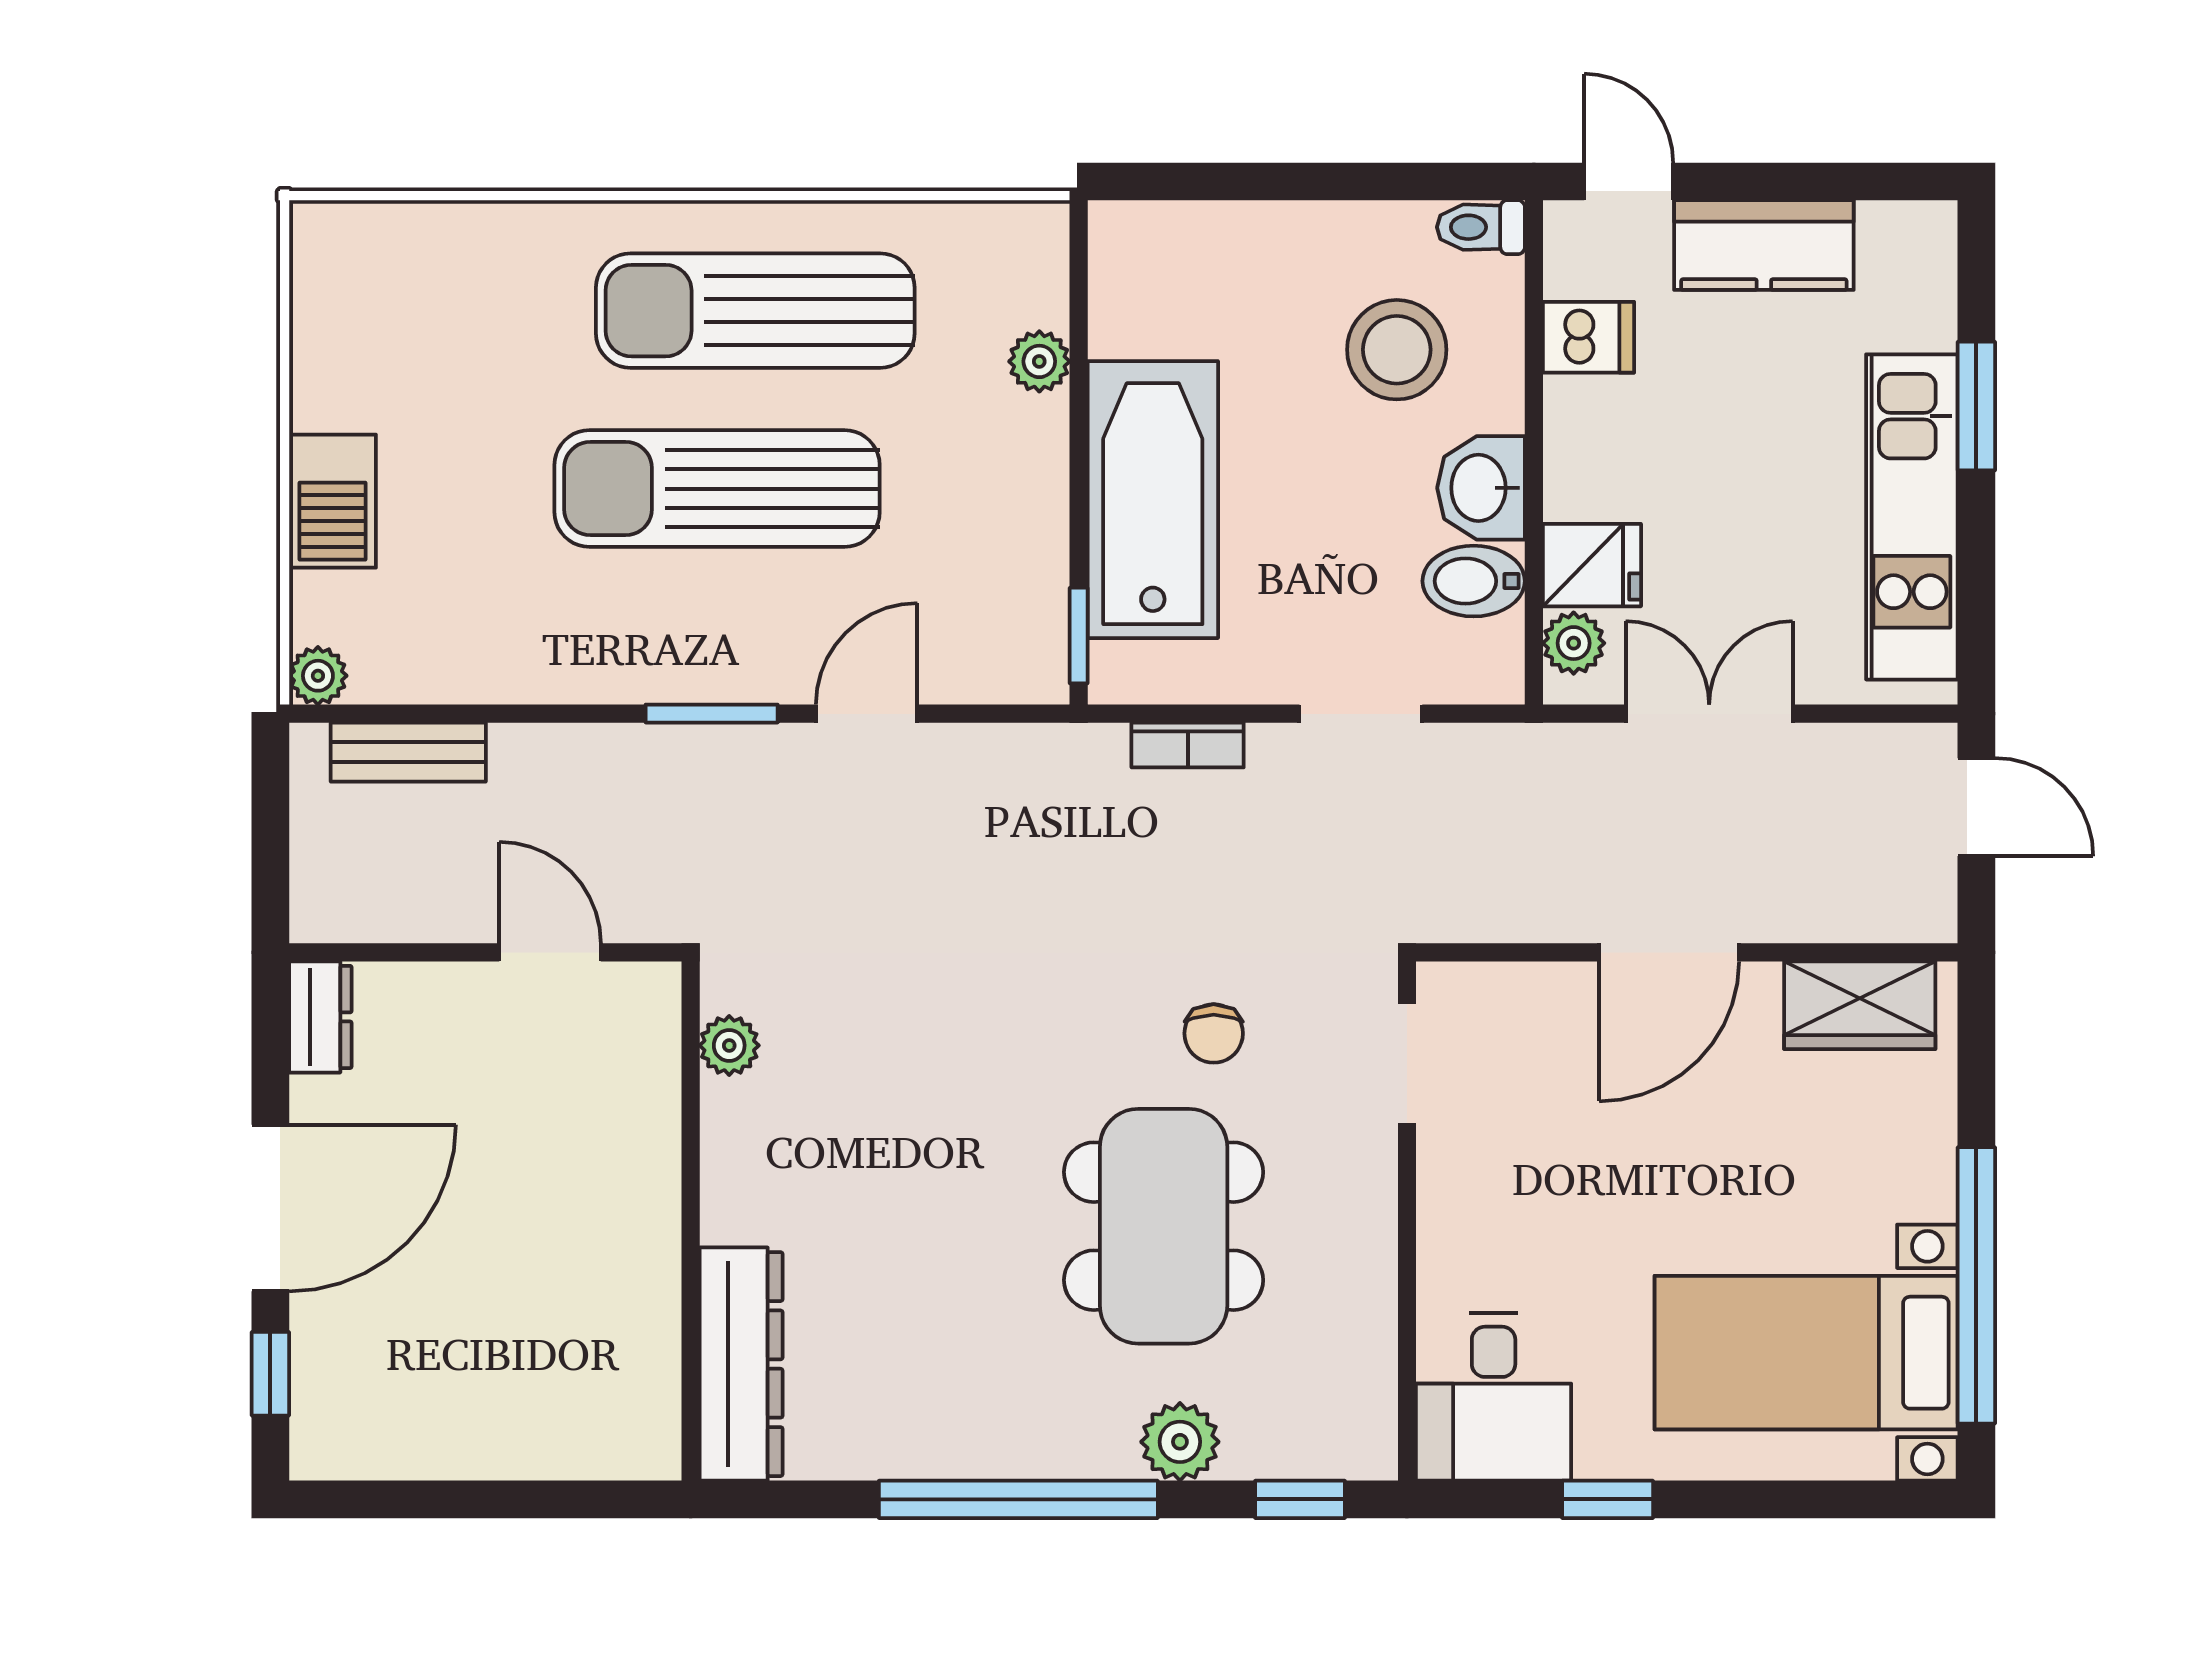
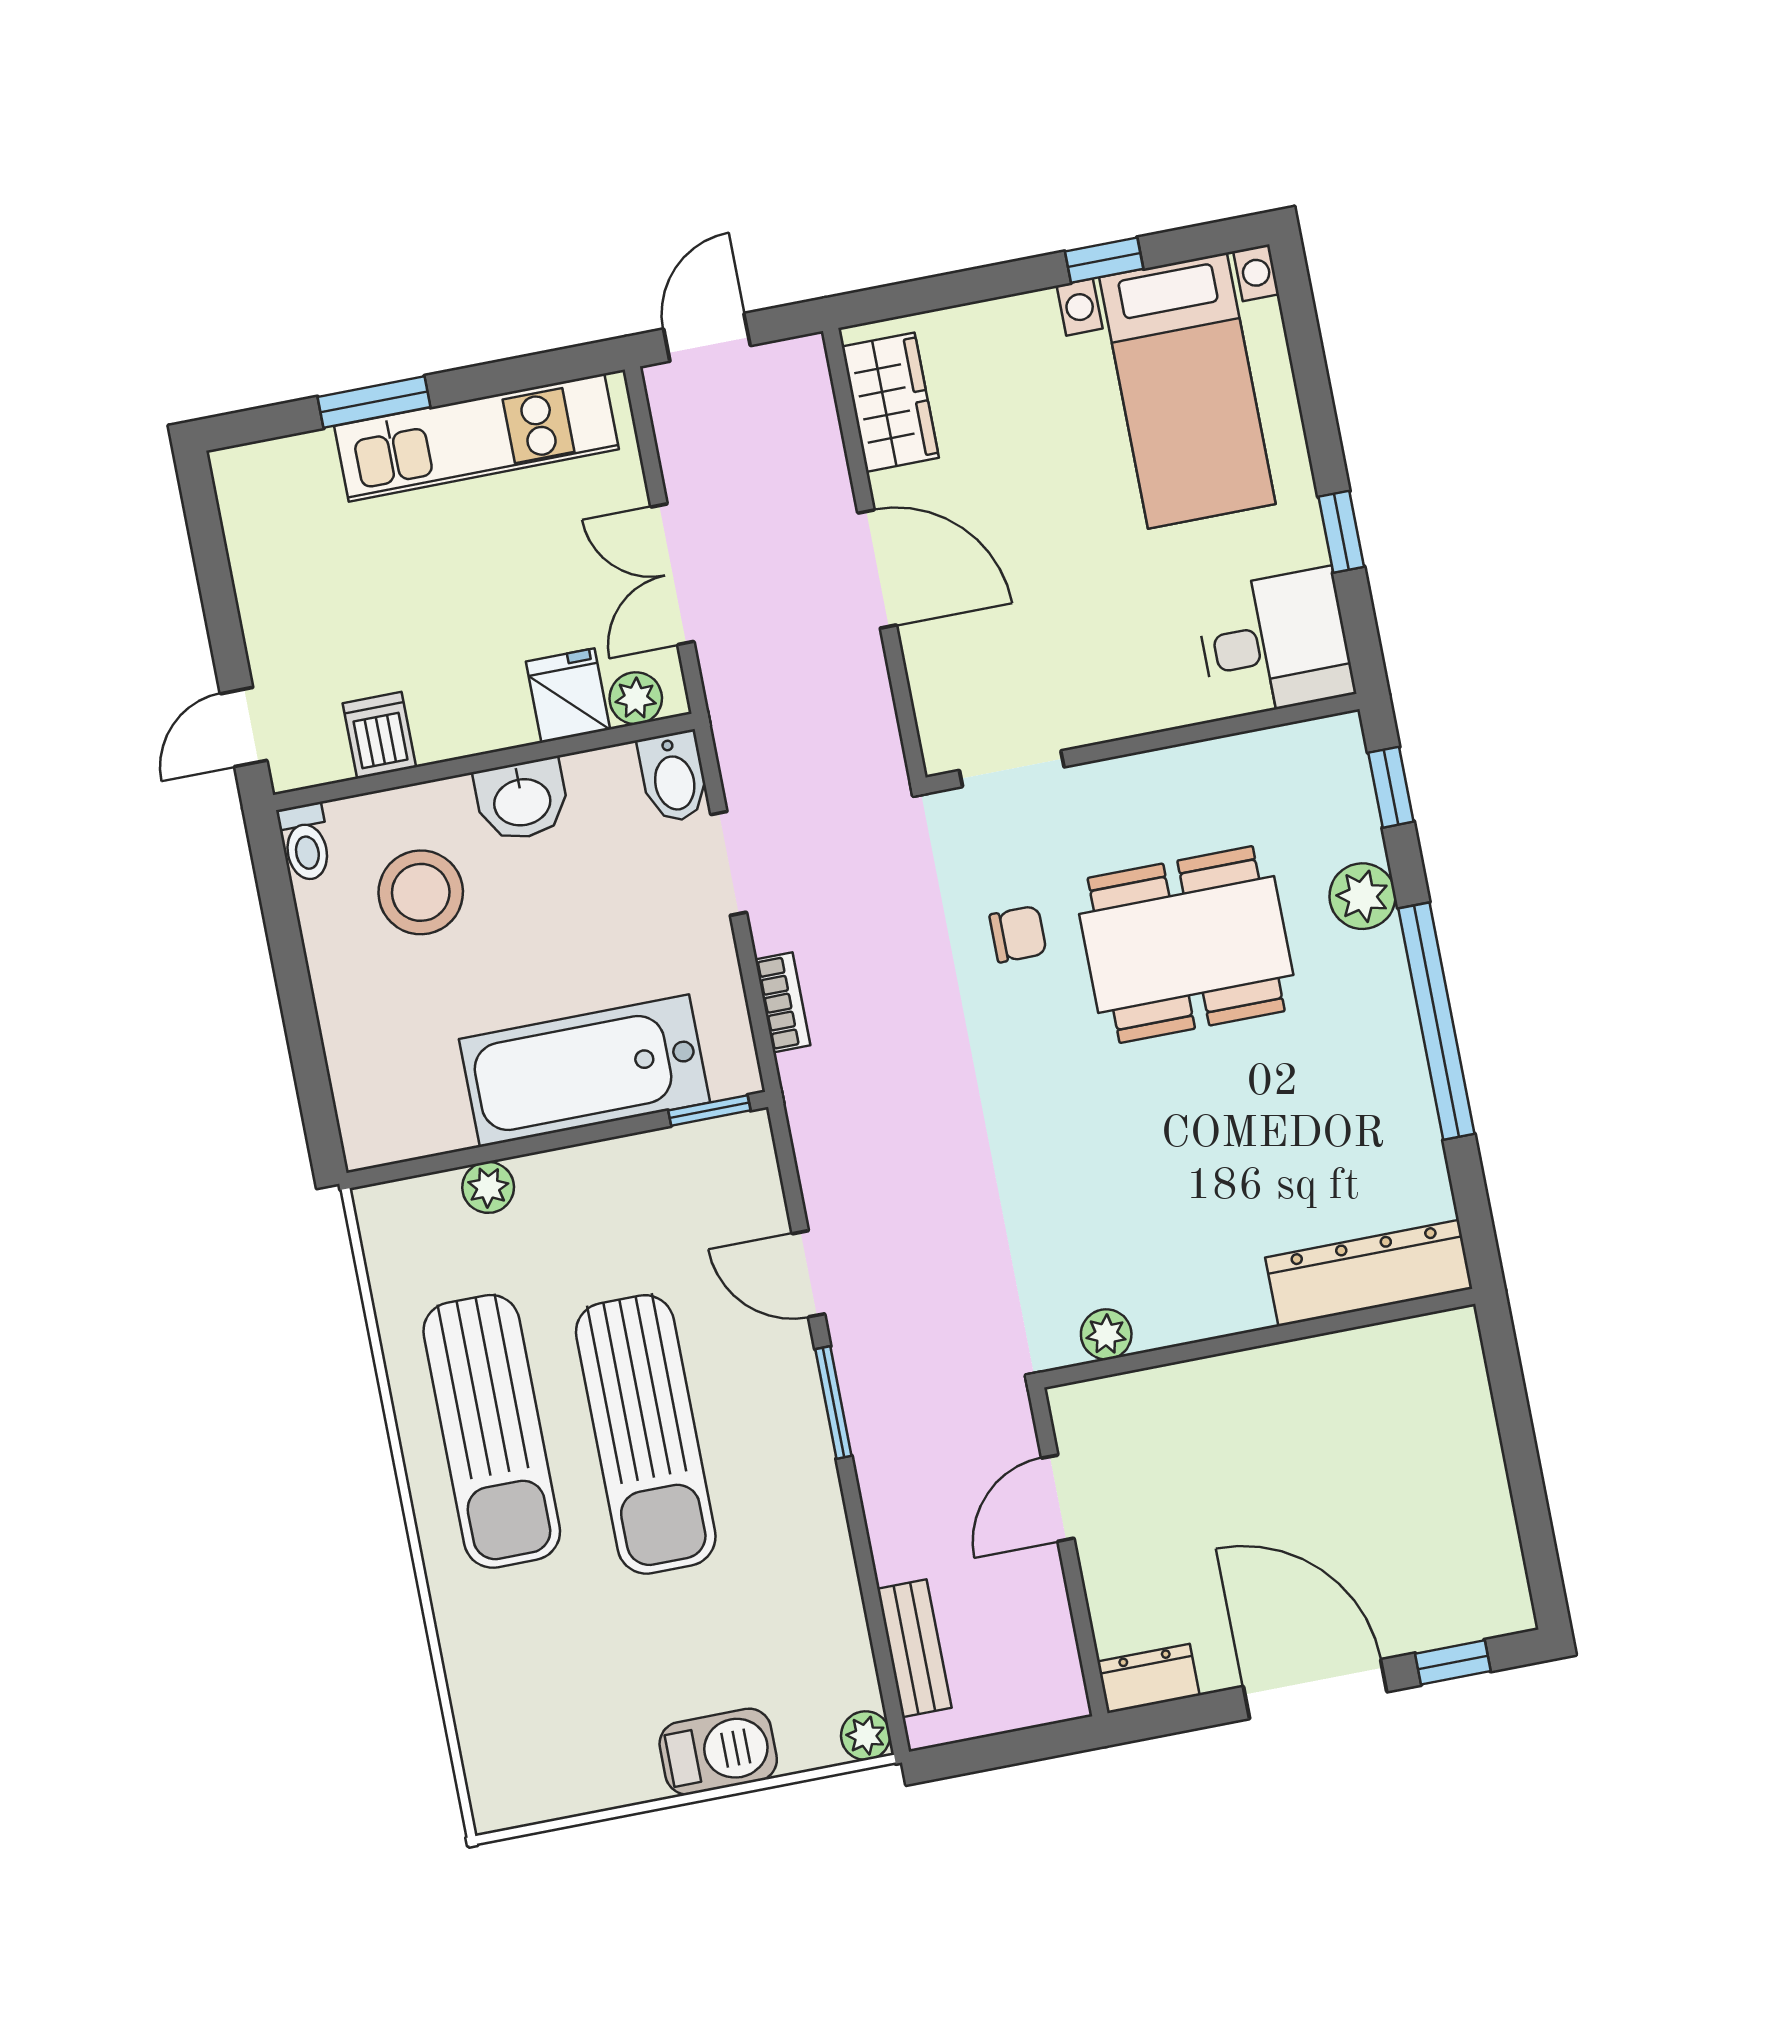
kitchen counter: (1764, 245) -> (275, 604), removed
bidet: (1474, 581) -> (674, 777), moved
window: (1976, 1285) -> (1104, 260), width x0.32

